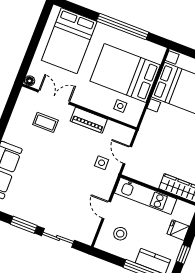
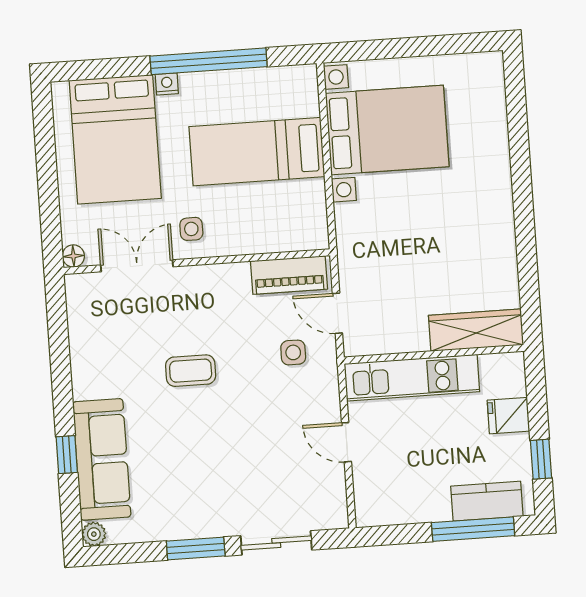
nightstand: (101, 28) -> (167, 84), added
bed: (125, 73) -> (257, 152), width x0.67
side table: (120, 106) -> (191, 229), moved
piano: (89, 120) -> (289, 275), moved
coffee table: (45, 122) -> (191, 371), moved
stool: (120, 234) -> (396, 477), removed

